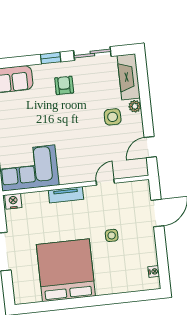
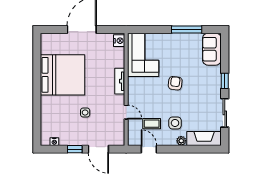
armchair: (64, 85) -> (175, 83), moved, turned -83
coffee table: (117, 147) -> (152, 124), added
window: (161, 244) -> (75, 149), added

